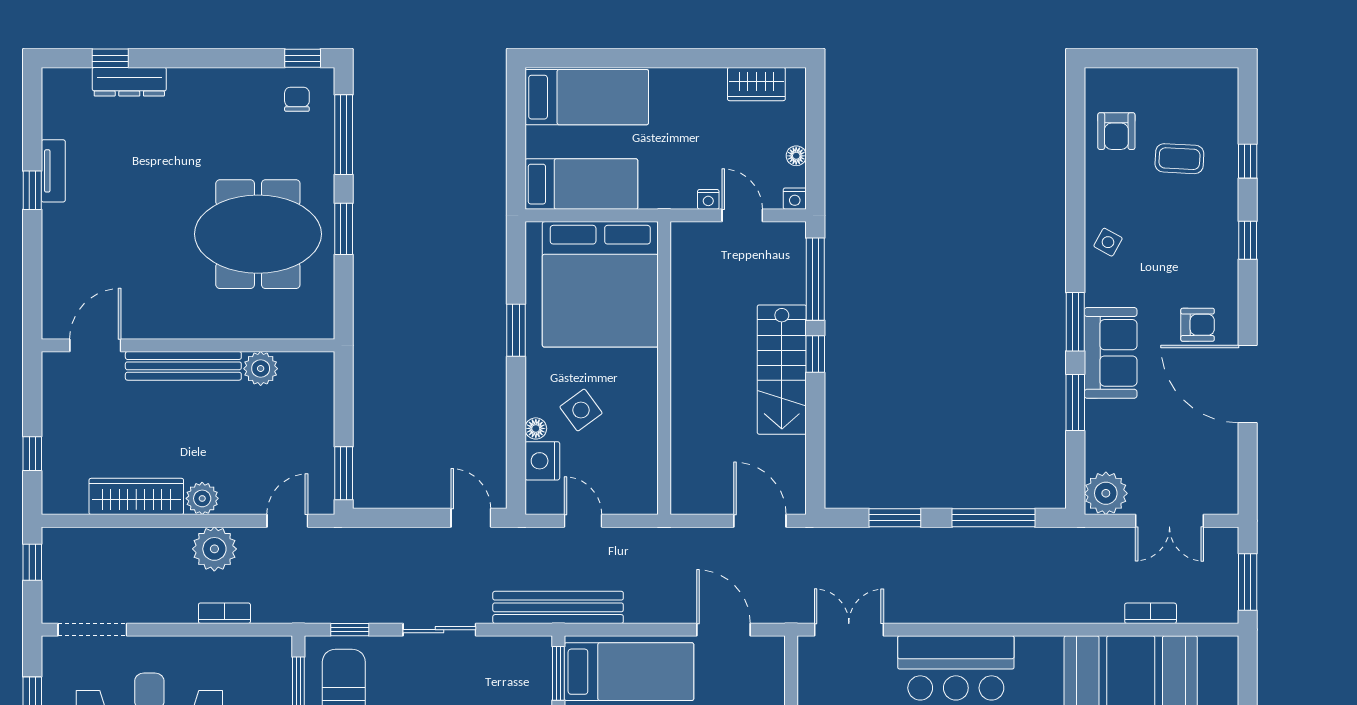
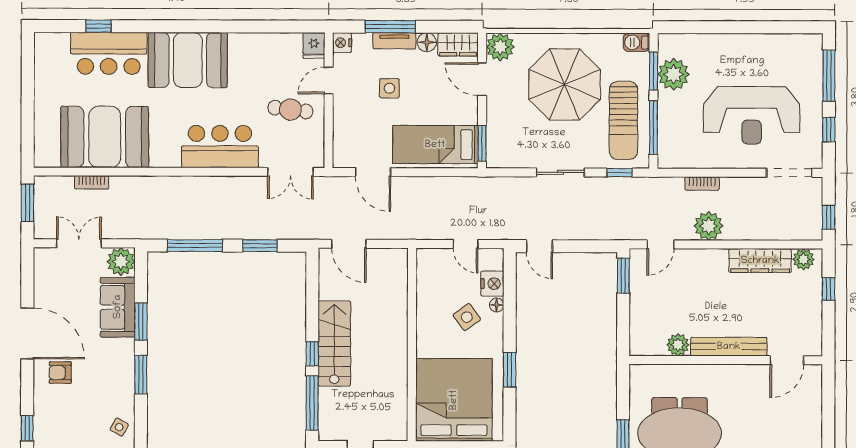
sofa: (1111, 353) -> (118, 307), moved
plant: (202, 498) -> (803, 259), moved
bench: (558, 607) -> (482, 187), removed

